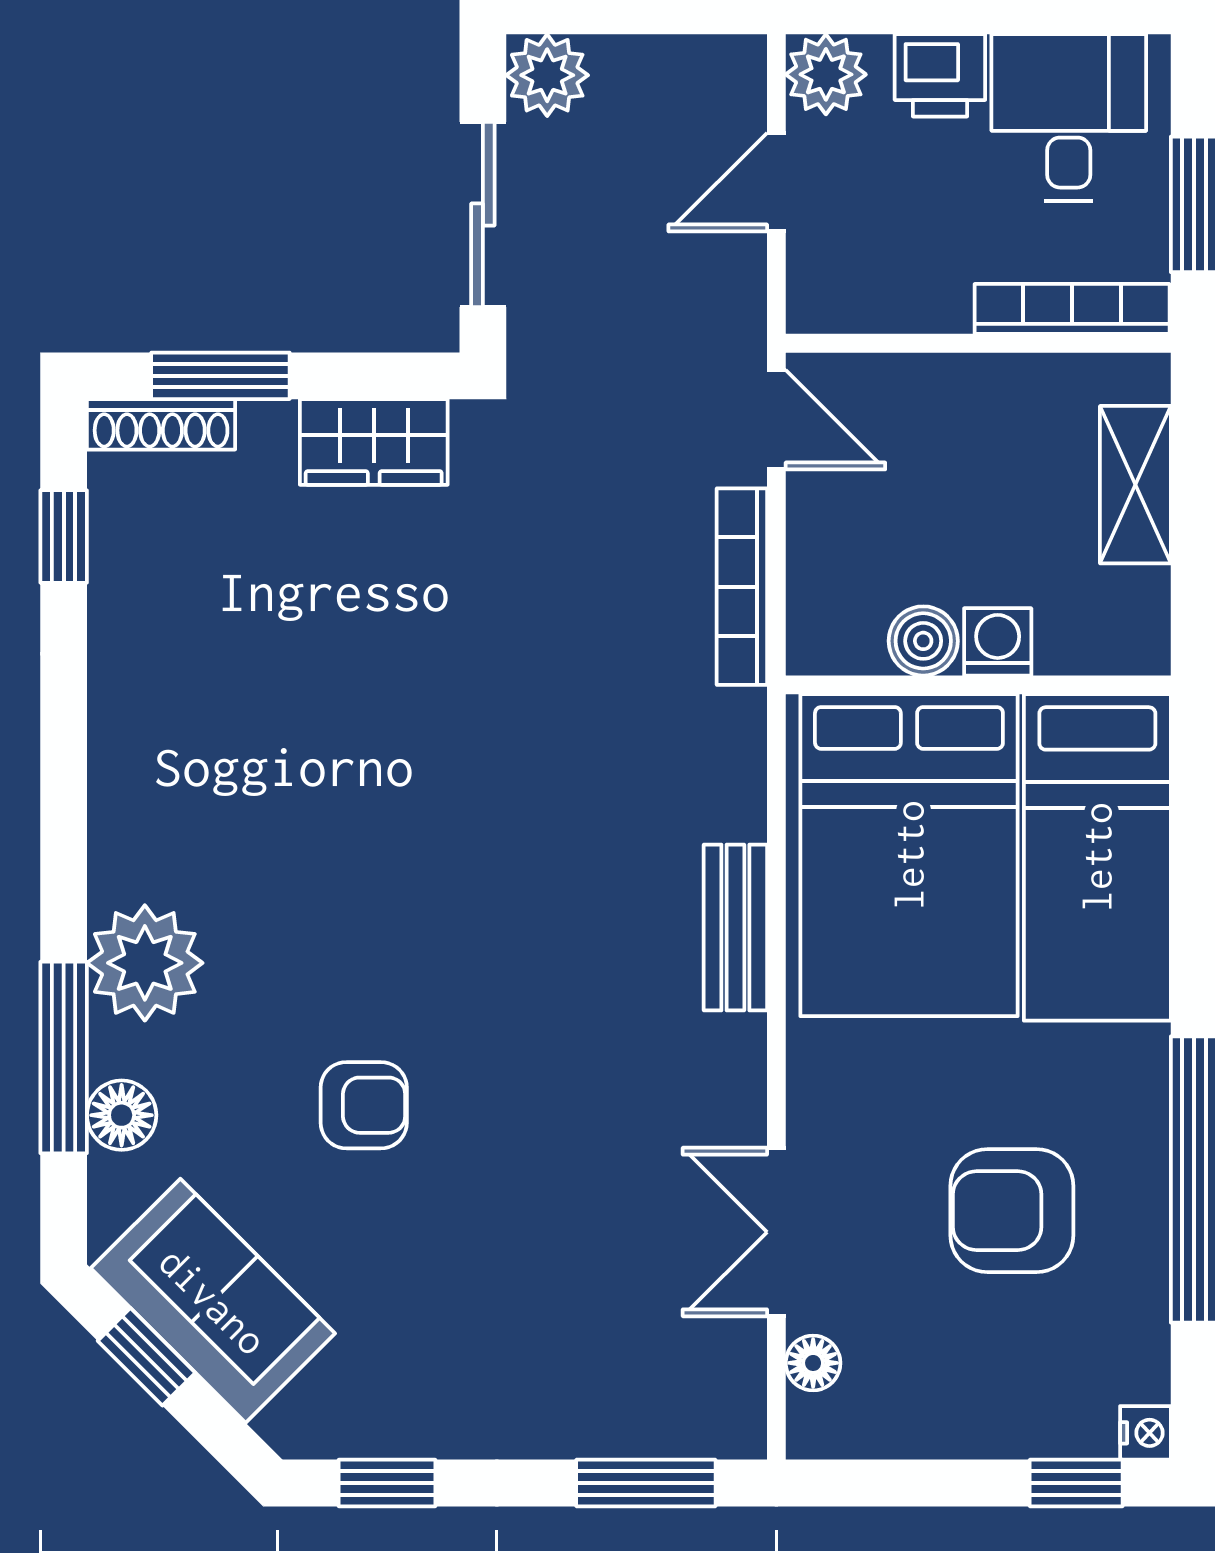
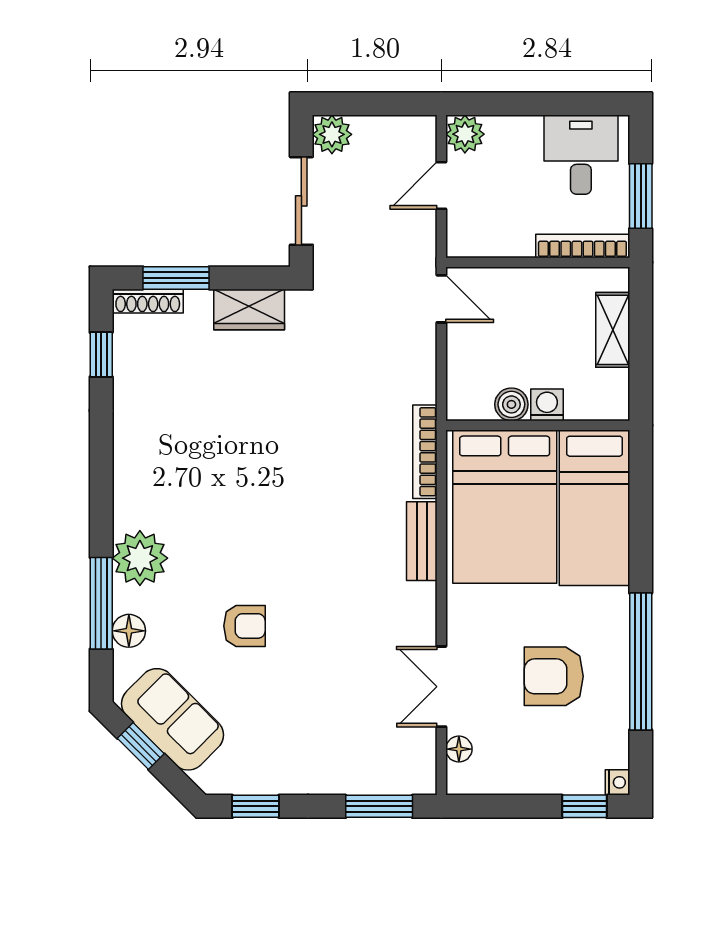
printer: (940, 75) -> (519, 135), removed
bookcase: (742, 587) -> (425, 452), moved

